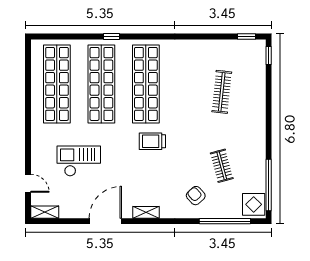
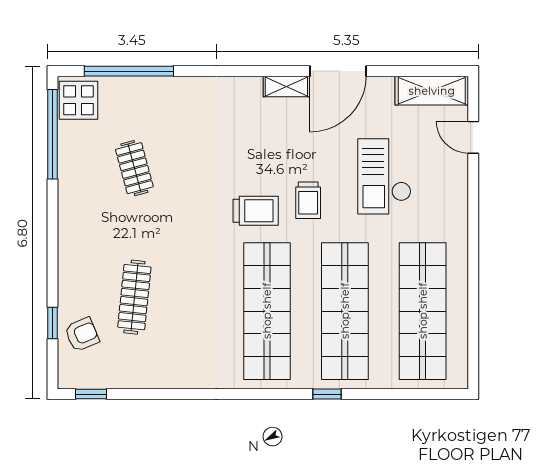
window: (269, 55) -> (52, 323), moved
trolley: (122, 147) -> (308, 200), added
checkout: (79, 161) -> (384, 176), turned 90
armchair: (196, 196) -> (82, 334), moved, turned -71
shelving: (45, 212) -> (432, 91), width x1.50, depth x1.33
shelving: (146, 212) -> (286, 86), moved

